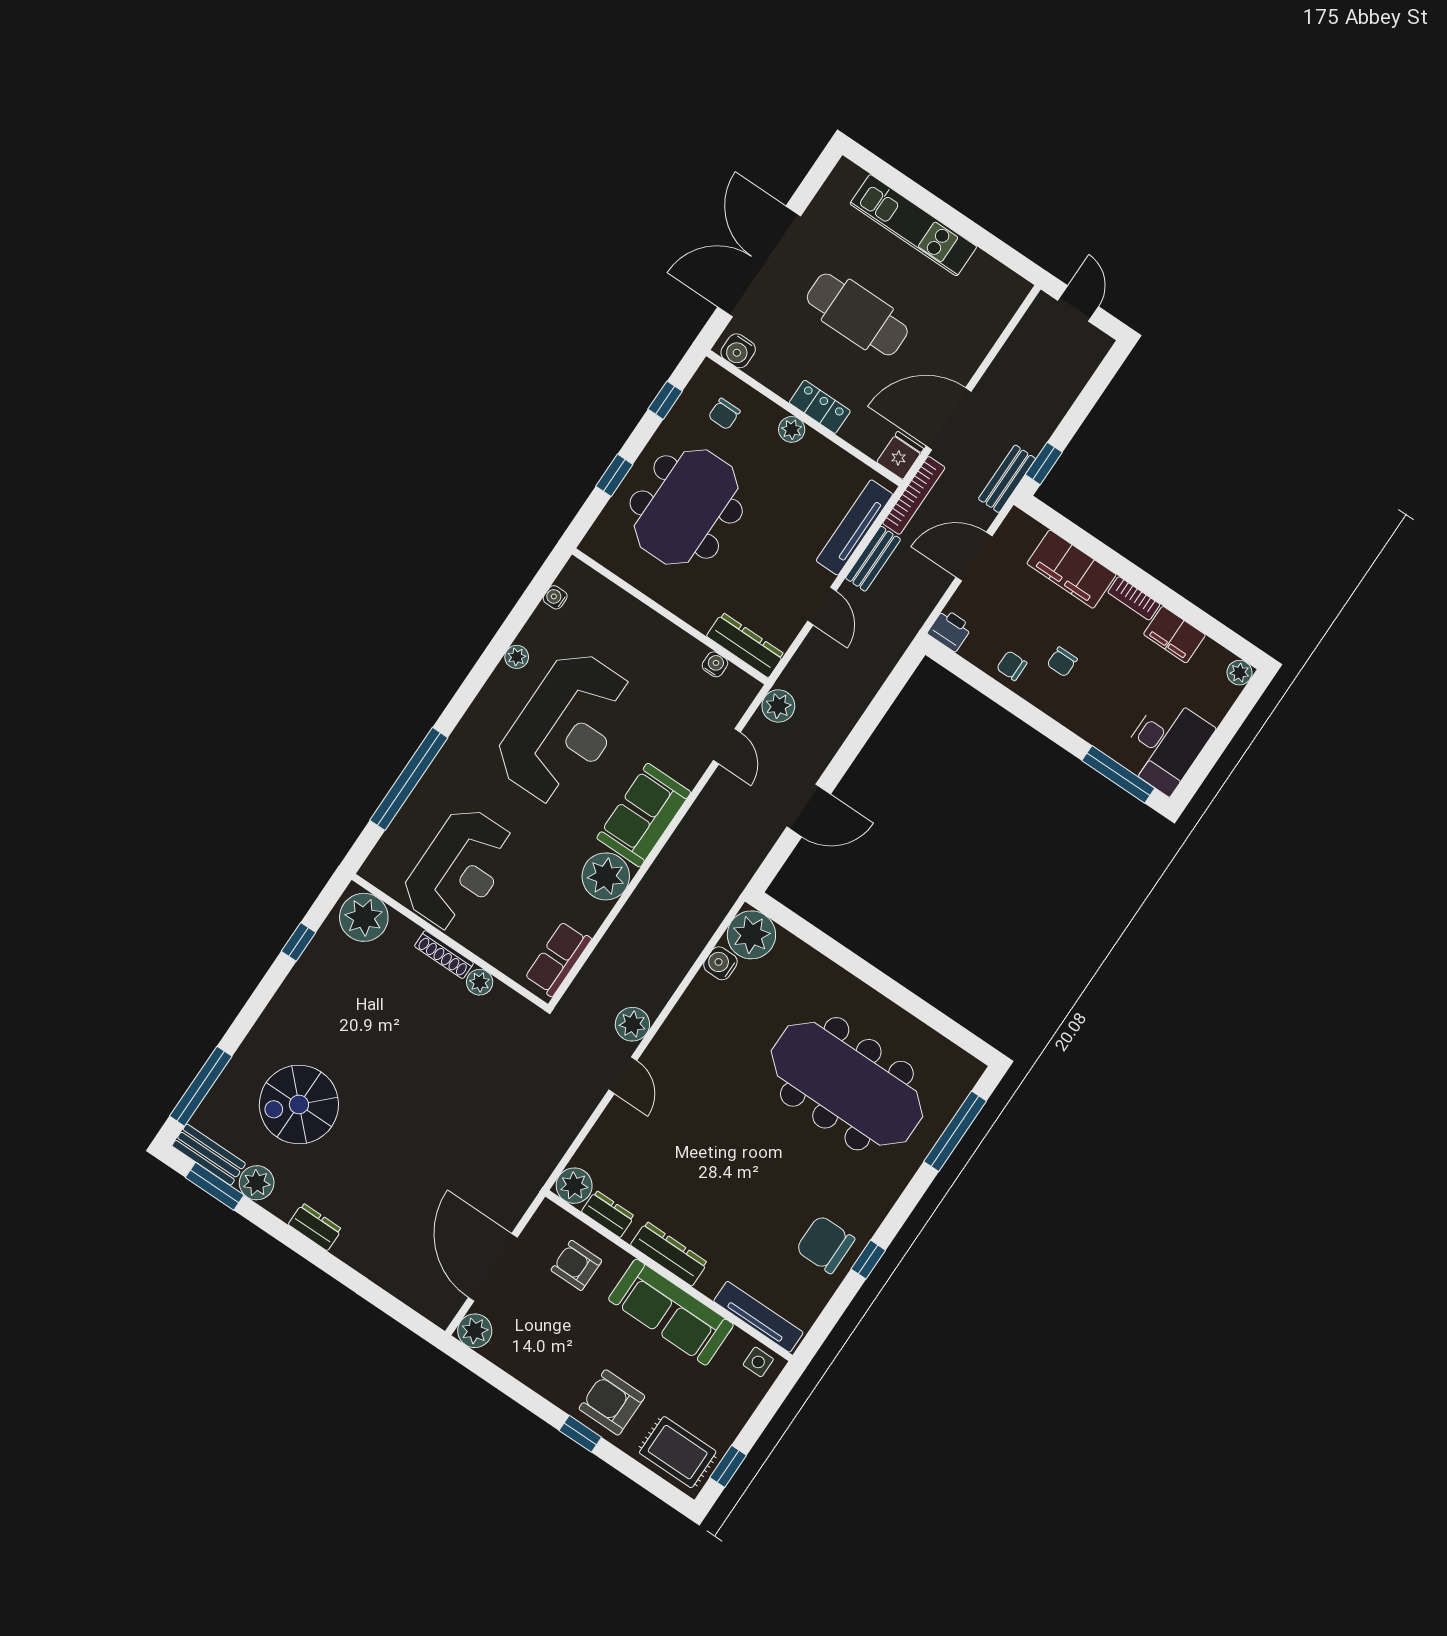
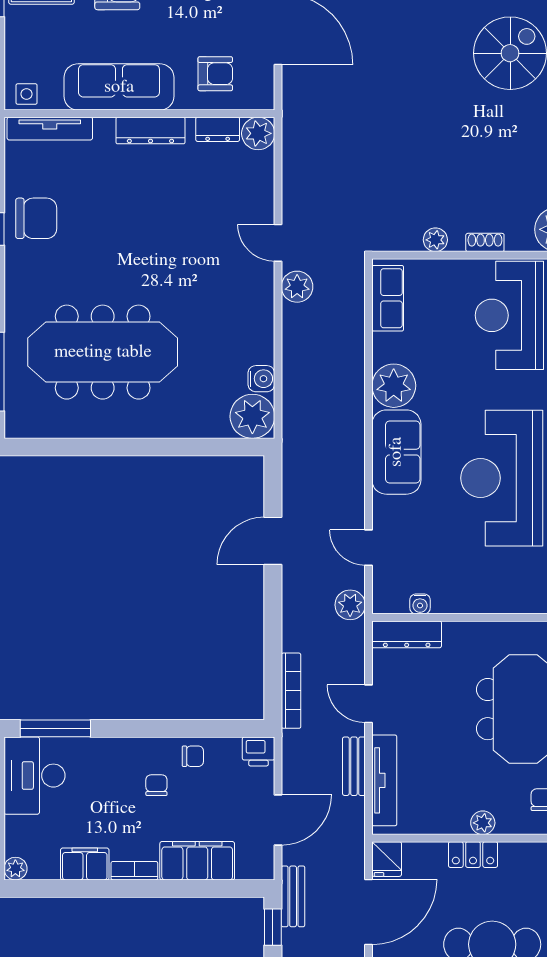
bookcase: (914, 495) -> (291, 691), moved, turned 180
shoe rack: (444, 955) -> (485, 242), width x0.70

